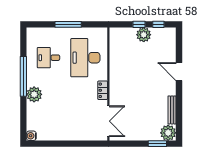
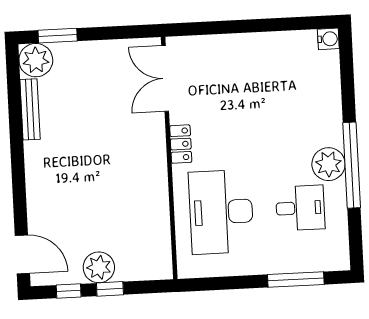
window: (68, 24) -> (296, 279), moved
desk: (85, 58) -> (221, 212), turned 180
door: (179, 72) -> (22, 254), moved
plant: (34, 94) -> (329, 164), moved

